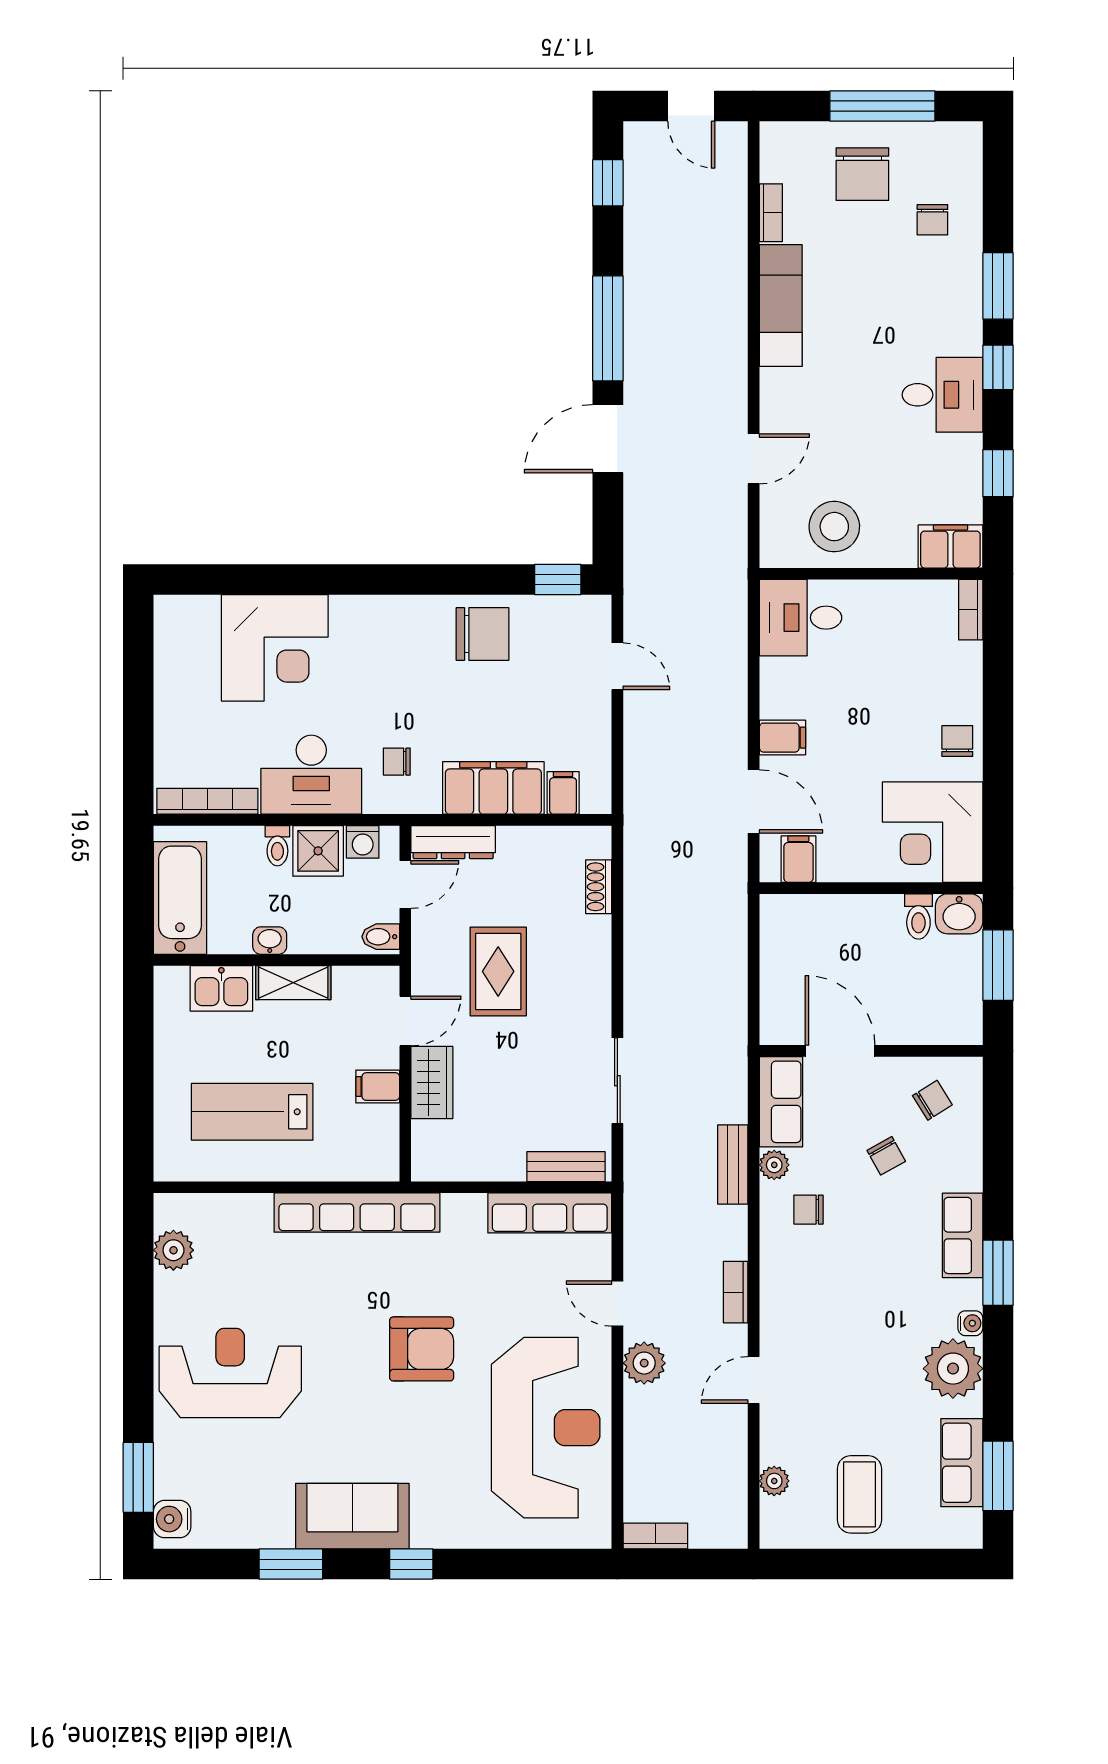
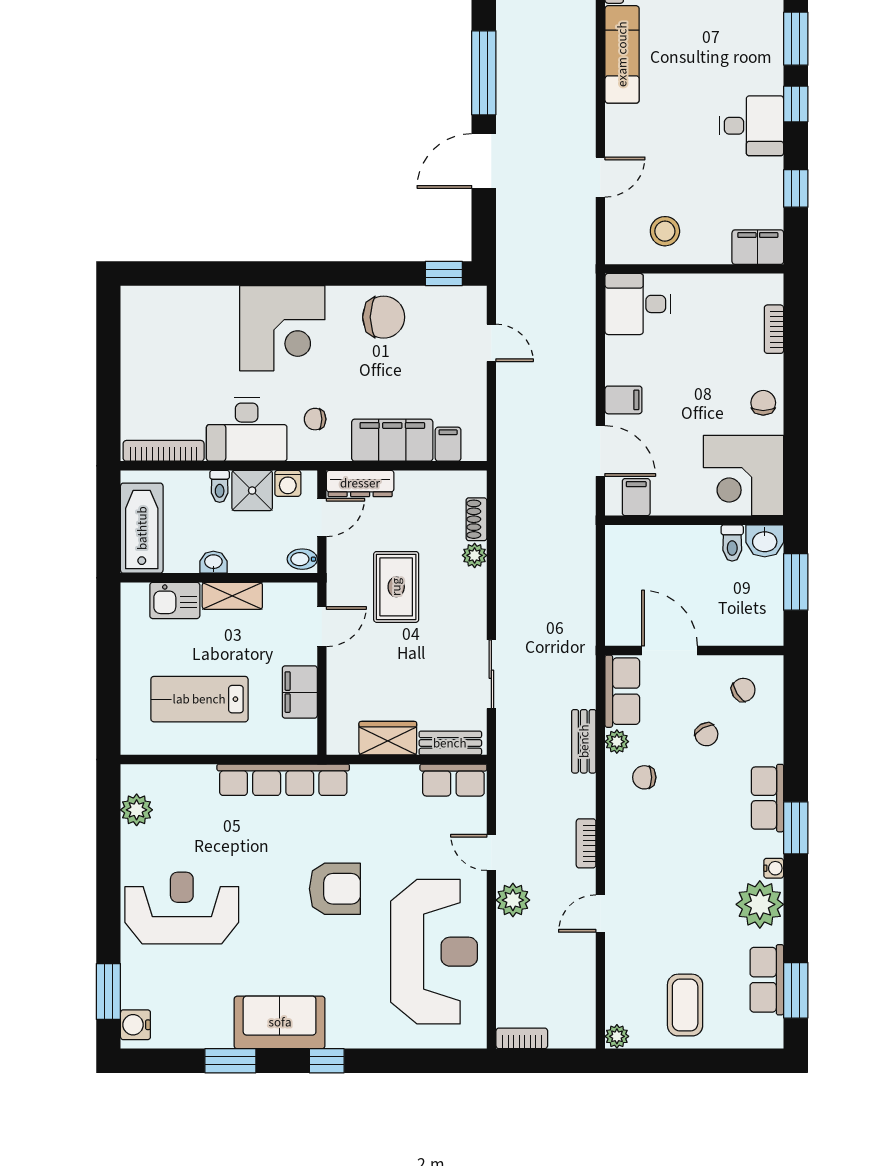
stool: (834, 527) -> (665, 231), width x0.73, depth x0.73
bookcase: (971, 610) -> (774, 329), moved
corner desk: (275, 648) -> (282, 328), moved
plant: (596, 932) -> (475, 555), added
wardrobe: (432, 1082) -> (388, 738), moved, turned -90
filing cabinet: (378, 1087) -> (300, 692), width x2.00
row of seats: (550, 1213) -> (453, 780), width x0.68
plant: (774, 1481) -> (617, 1036), moved

